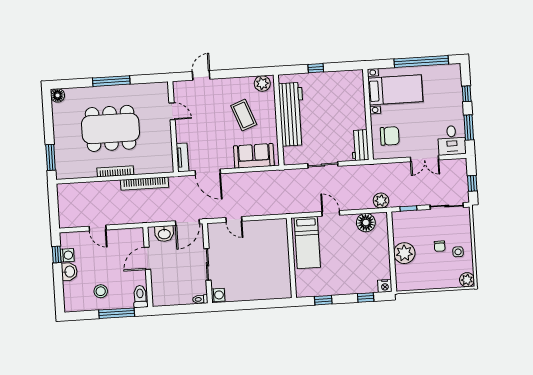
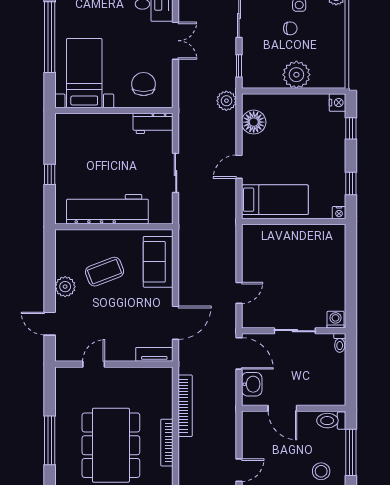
plant: (262, 84) -> (65, 287), moved
nightstand: (300, 292) -> (339, 213), added

